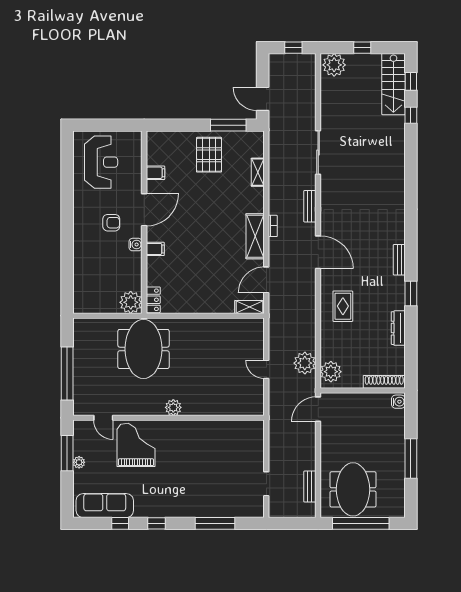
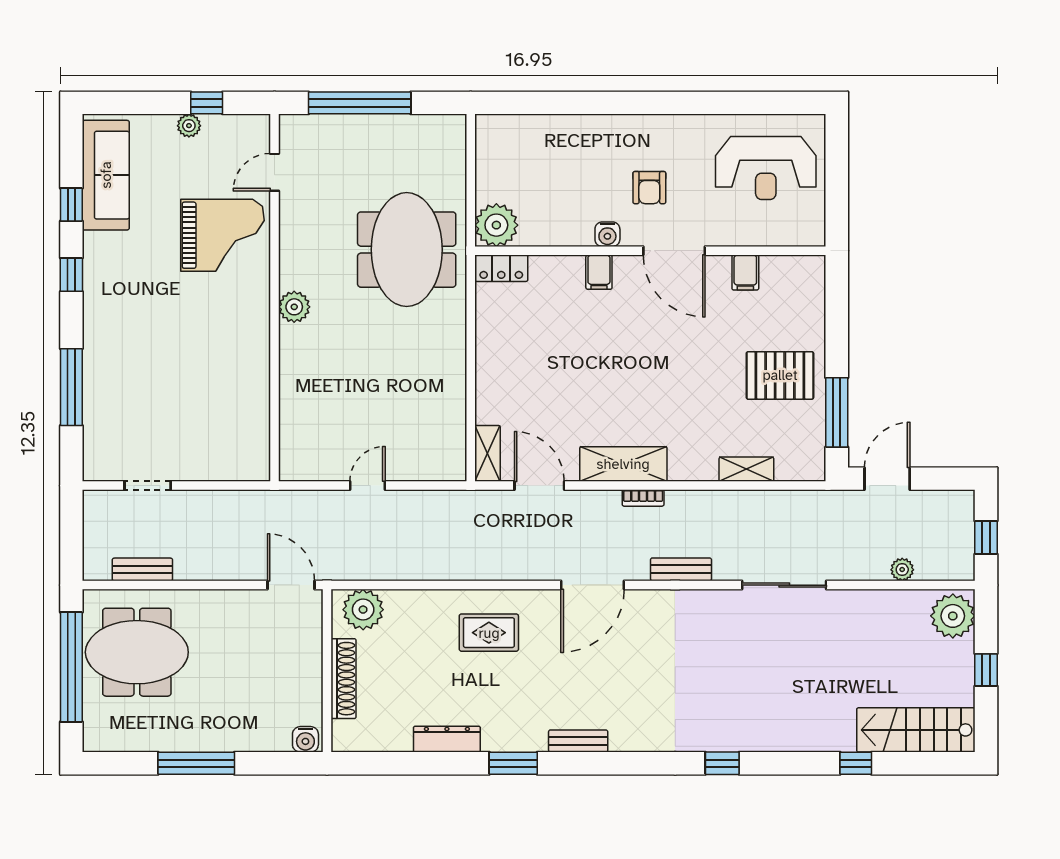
window: (411, 81) -> (722, 763), moved
meeting table: (143, 349) -> (407, 250), turned 90
plant: (305, 363) -> (902, 570), moved, width x0.53, depth x0.53
shoe rack: (384, 382) -> (344, 679), moved
window: (67, 453) -> (207, 103), width x0.46

